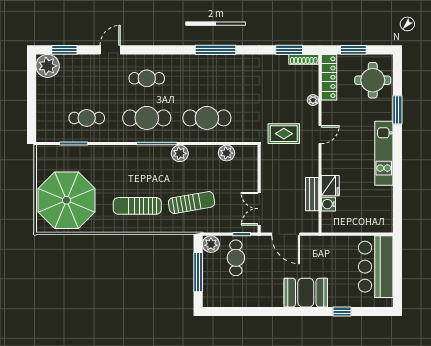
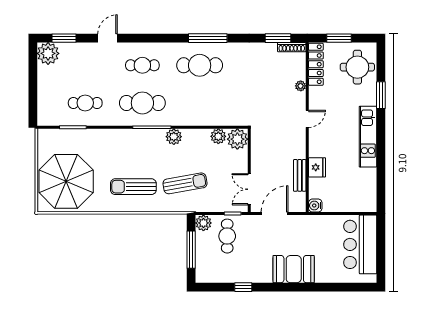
cafe table: (207, 118) -> (200, 65), moved
rug: (284, 134) -> (273, 118), removed
plant: (247, 156) -> (237, 139), added
water cooler: (328, 204) -> (315, 205), moved
door: (286, 234) -> (275, 214), swing flipped
window: (342, 312) -> (243, 287), moved

